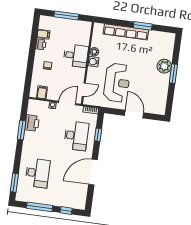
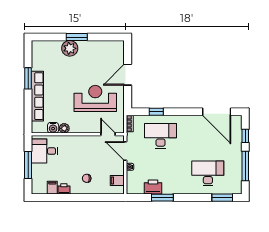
desk: (76, 56) -> (45, 151), moved, turned -90
water cooler: (94, 62) -> (53, 128), moved
door: (93, 172) -> (217, 112), moved

